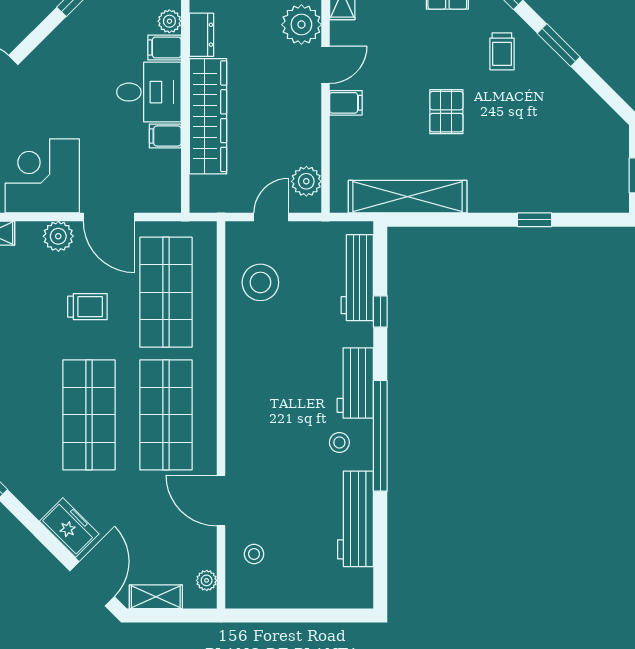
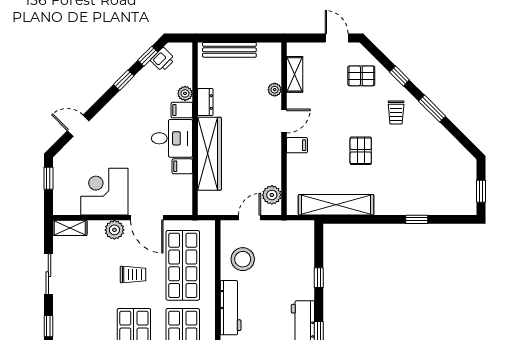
plant: (301, 25) -> (275, 90), width x0.53, depth x0.53
workbench: (357, 278) -> (231, 308), moved, turned 180

